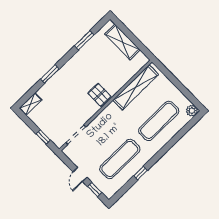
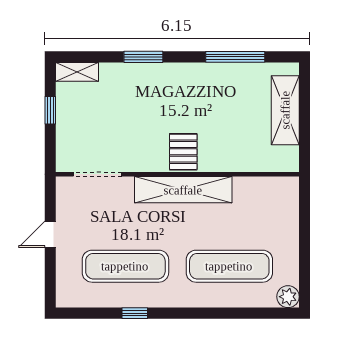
window: (84, 40) -> (235, 57), width x1.44
shelving: (136, 87) -> (183, 190), moved
window: (43, 137) -> (50, 110), moved
window: (95, 190) -> (50, 274), removed

